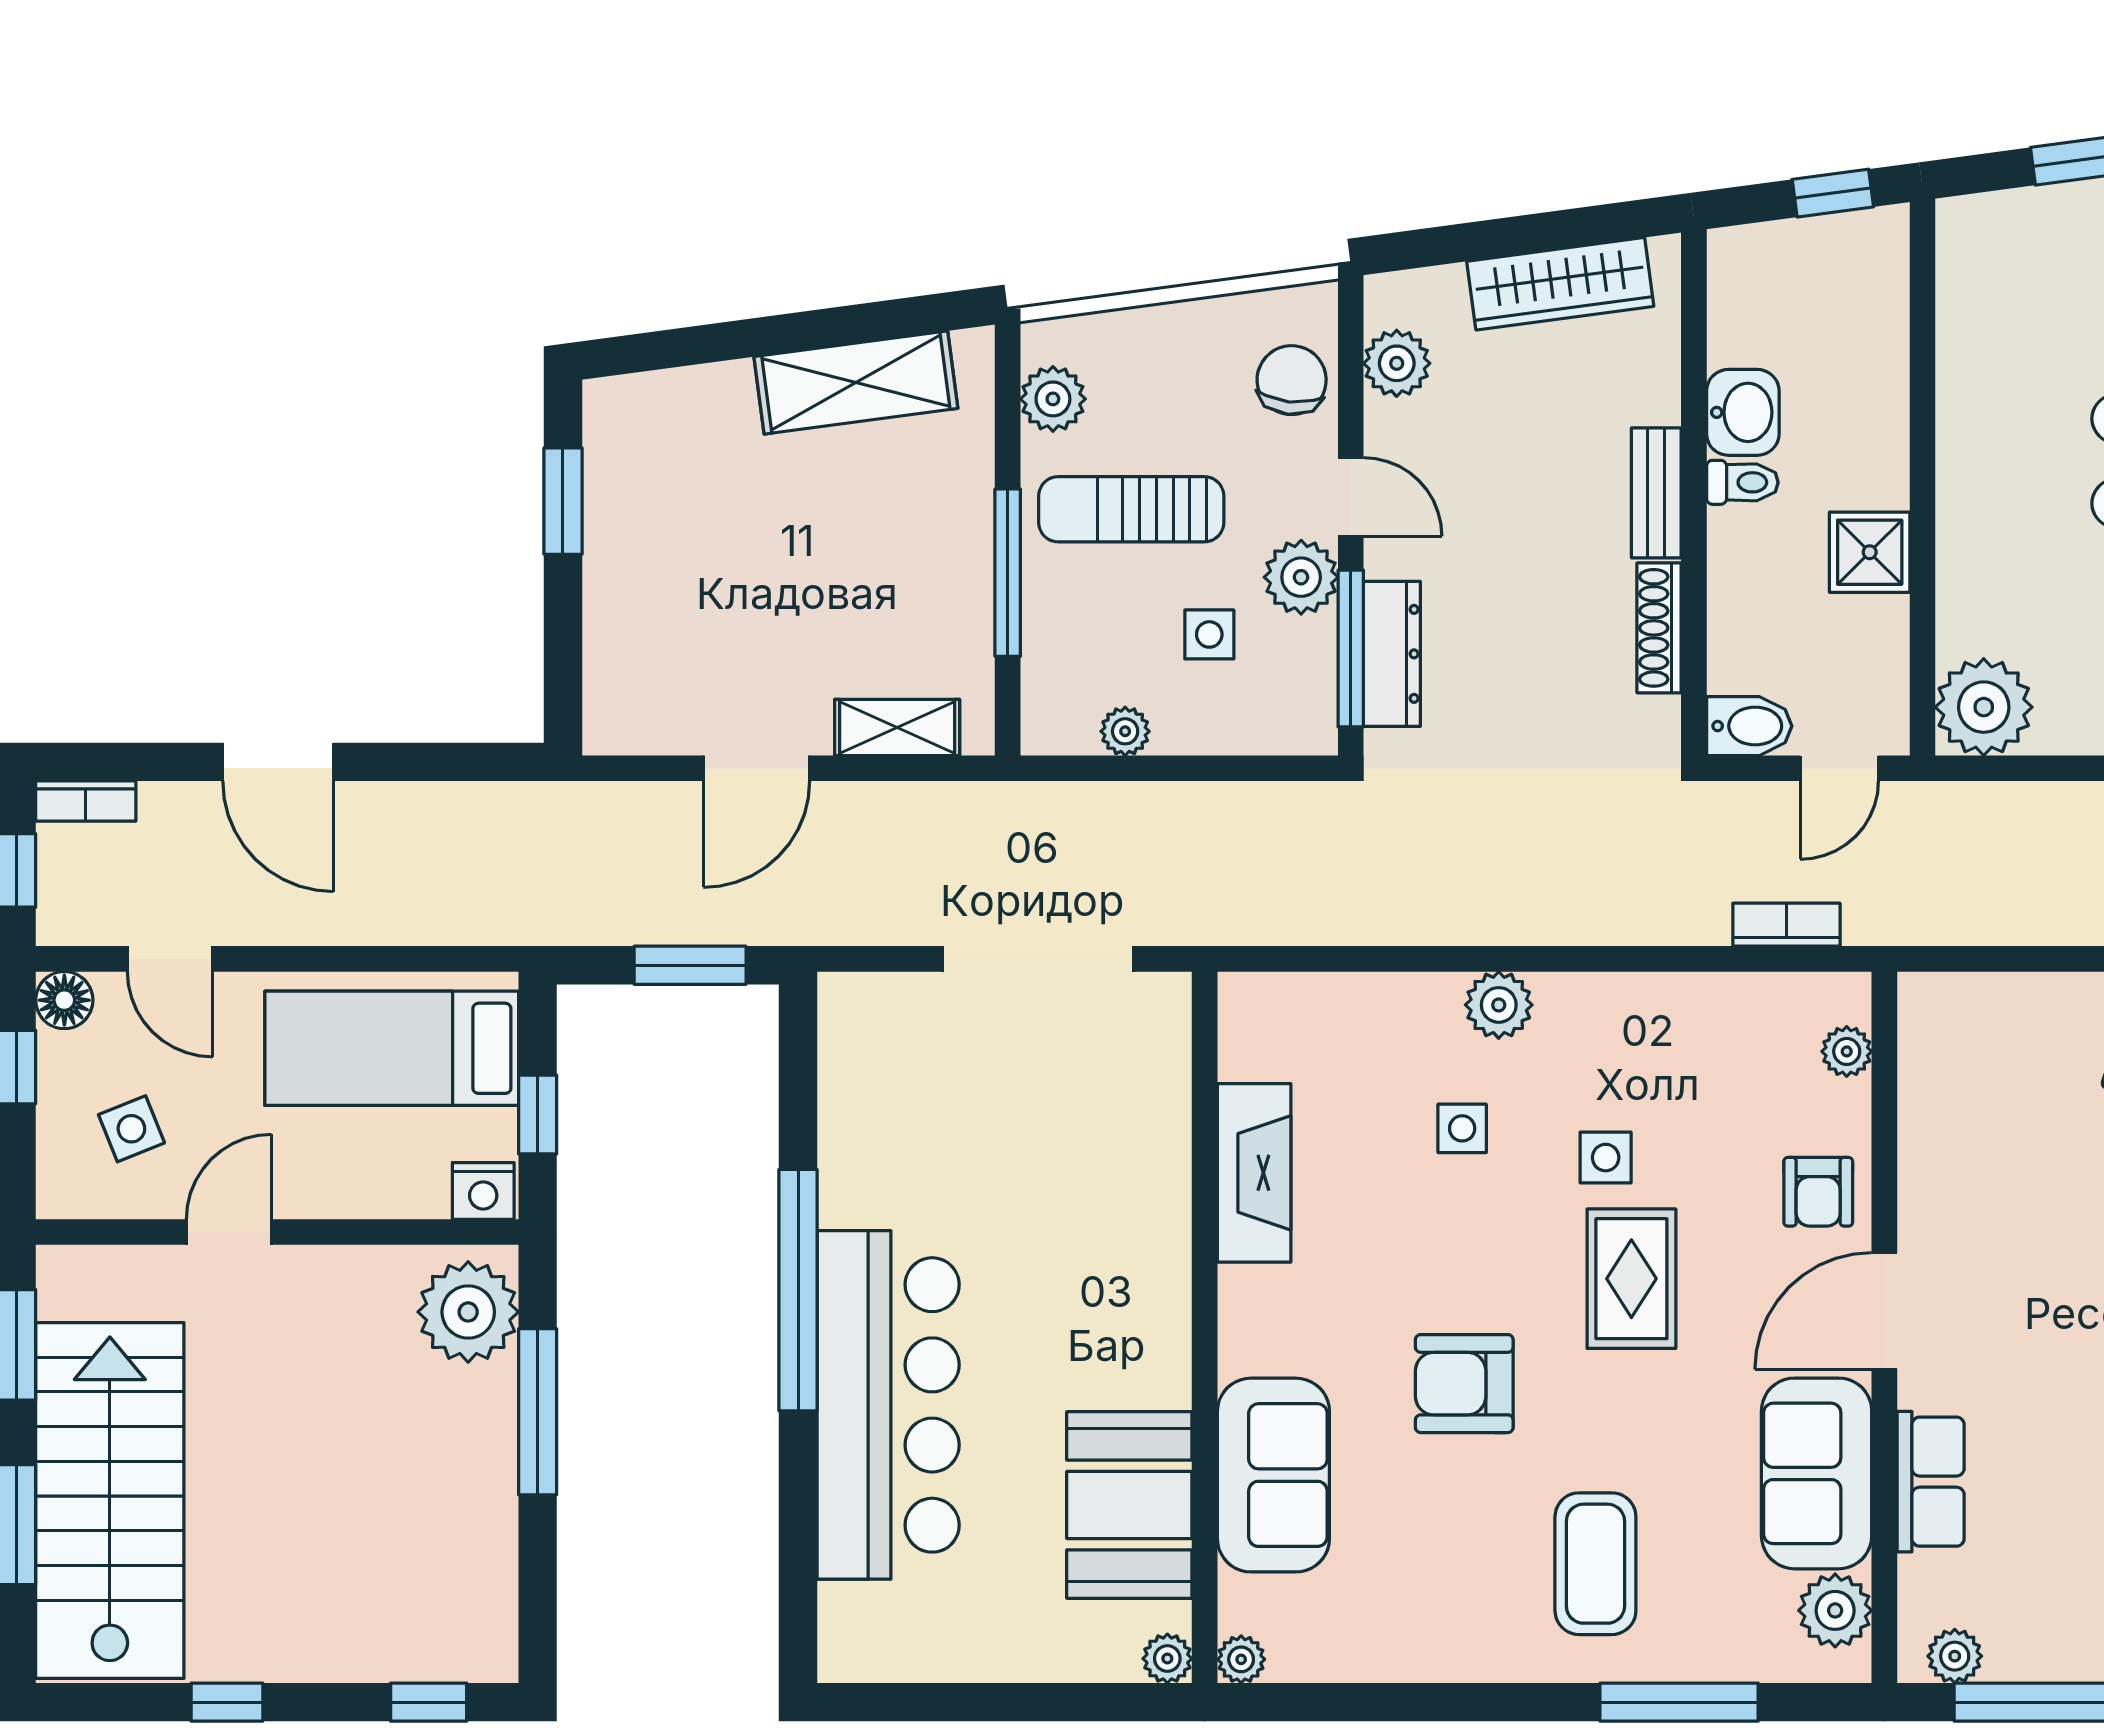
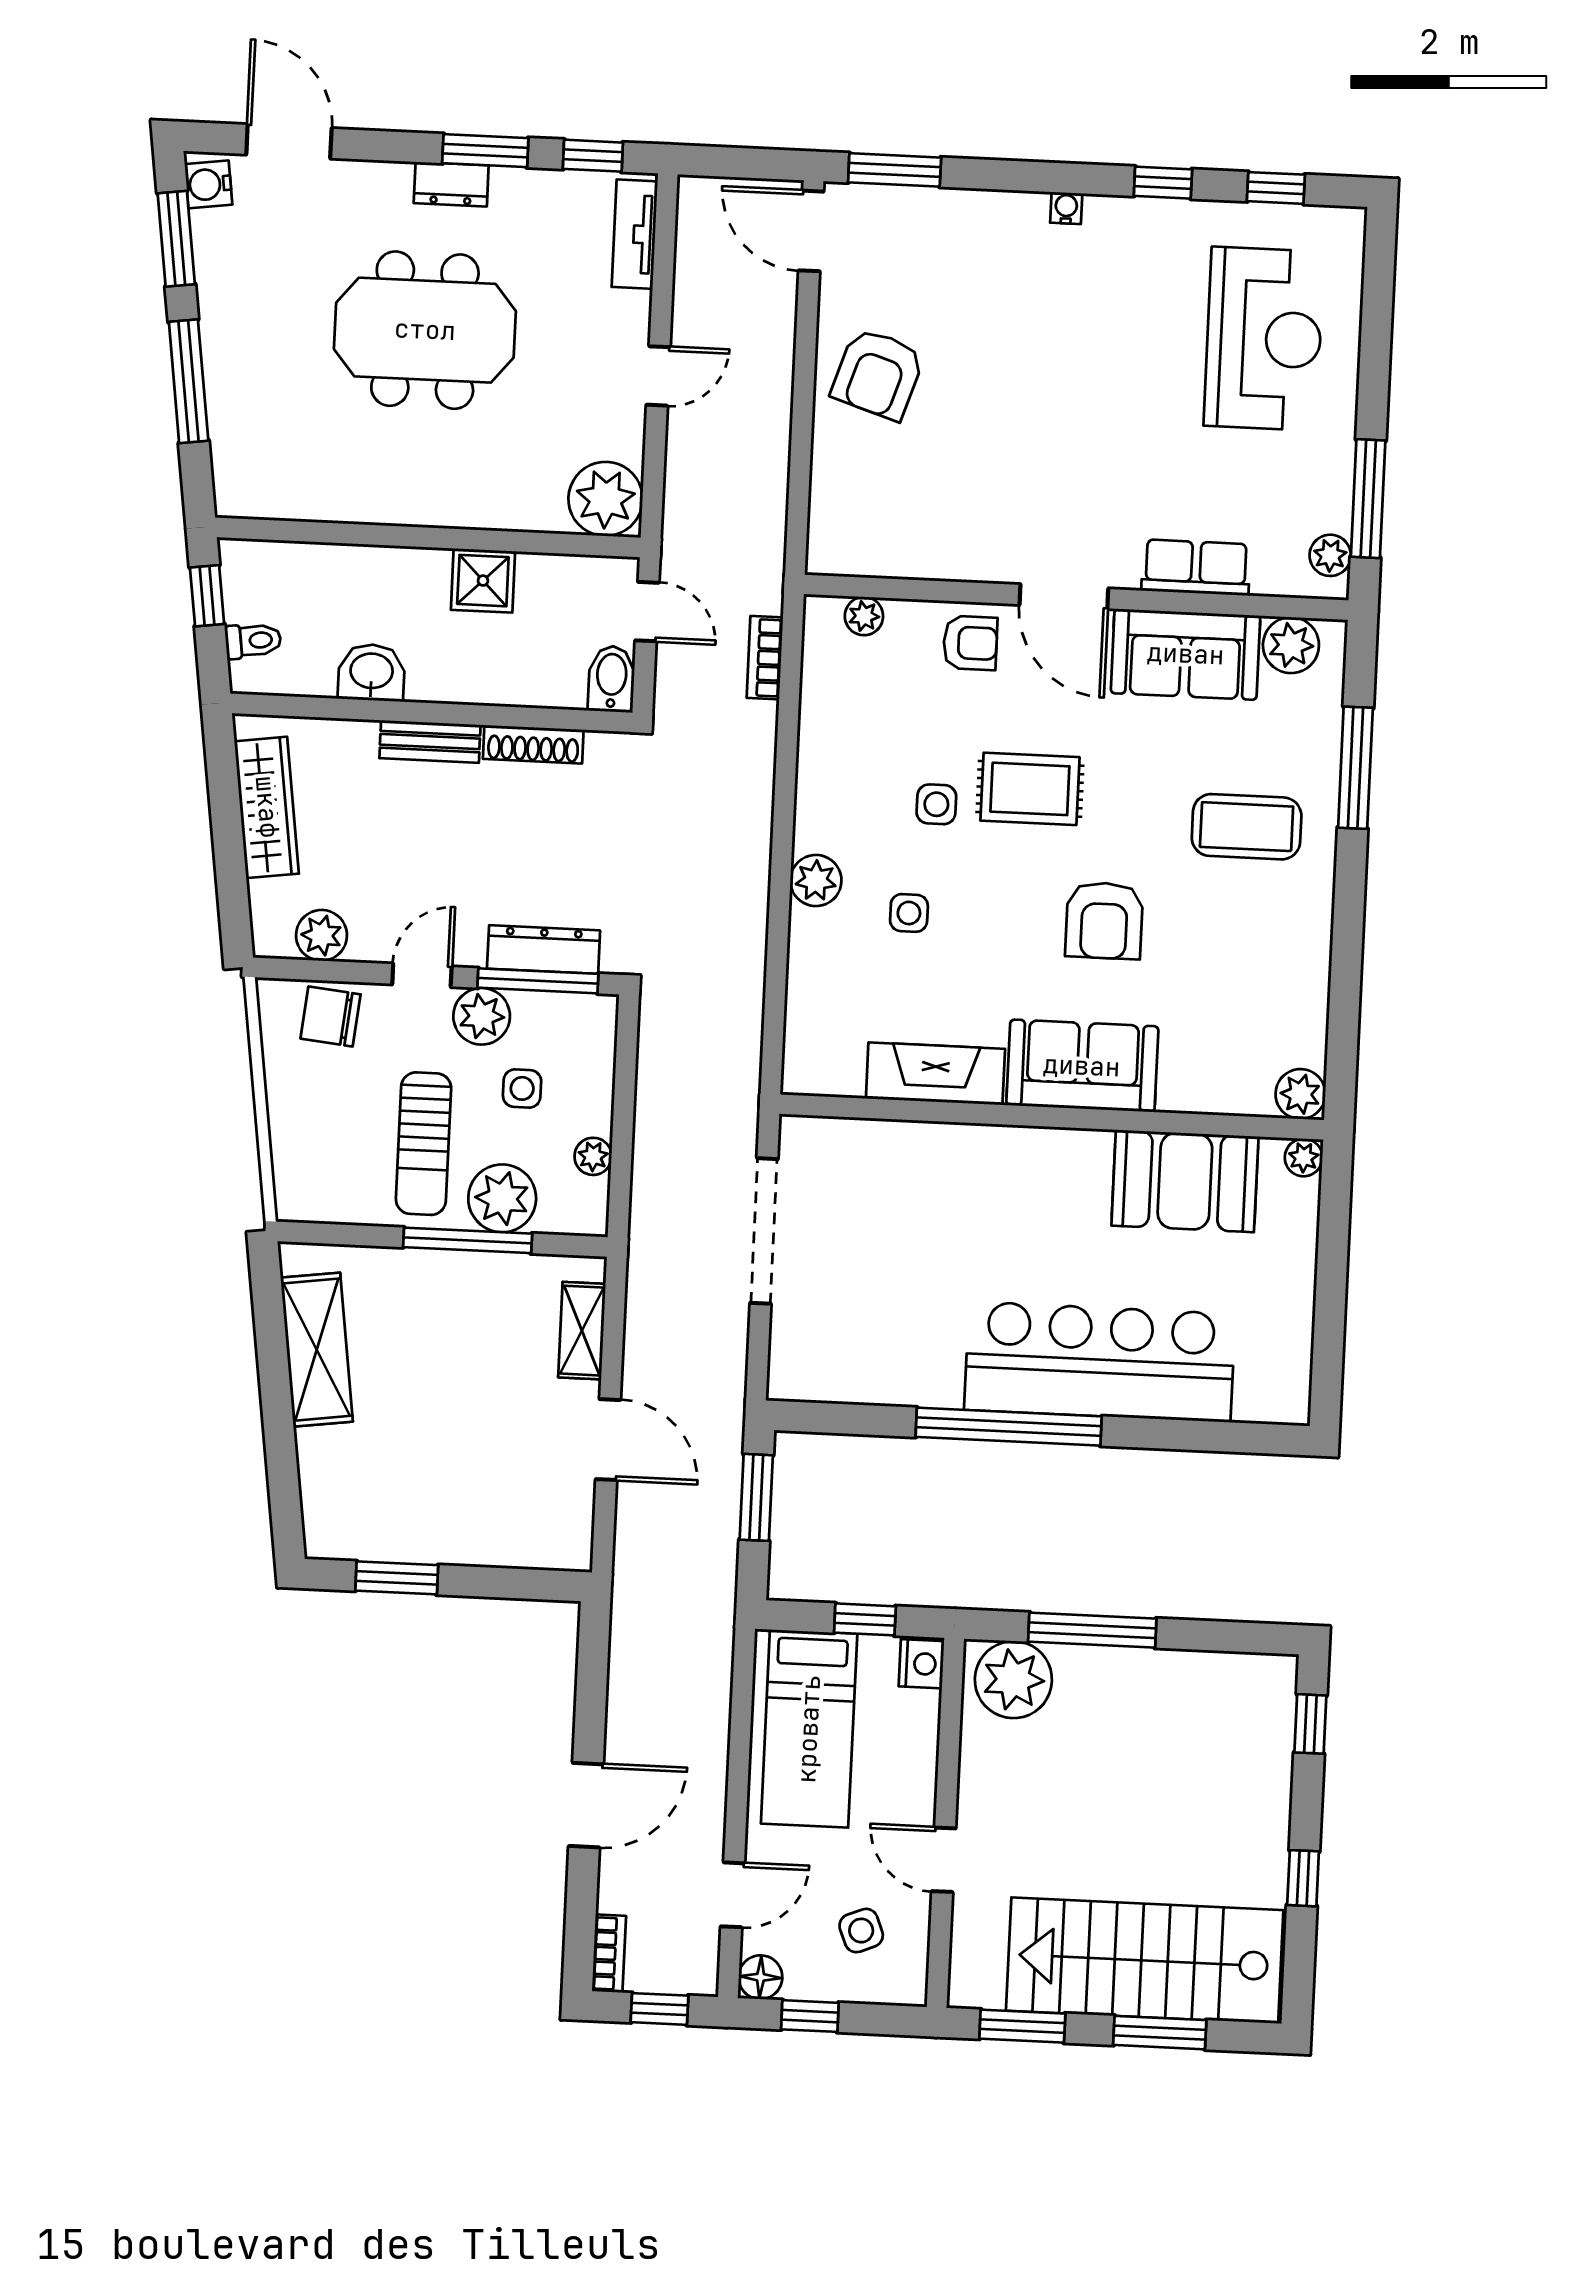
plant: (1053, 399) -> (502, 1198), moved, width x1.36, depth x1.36
toilet: (1742, 482) -> (253, 641), moved, turned 82
sofa: (1273, 1475) -> (1082, 1066), moved
plant: (1241, 1659) -> (1300, 1094), width x1.38, depth x1.38

